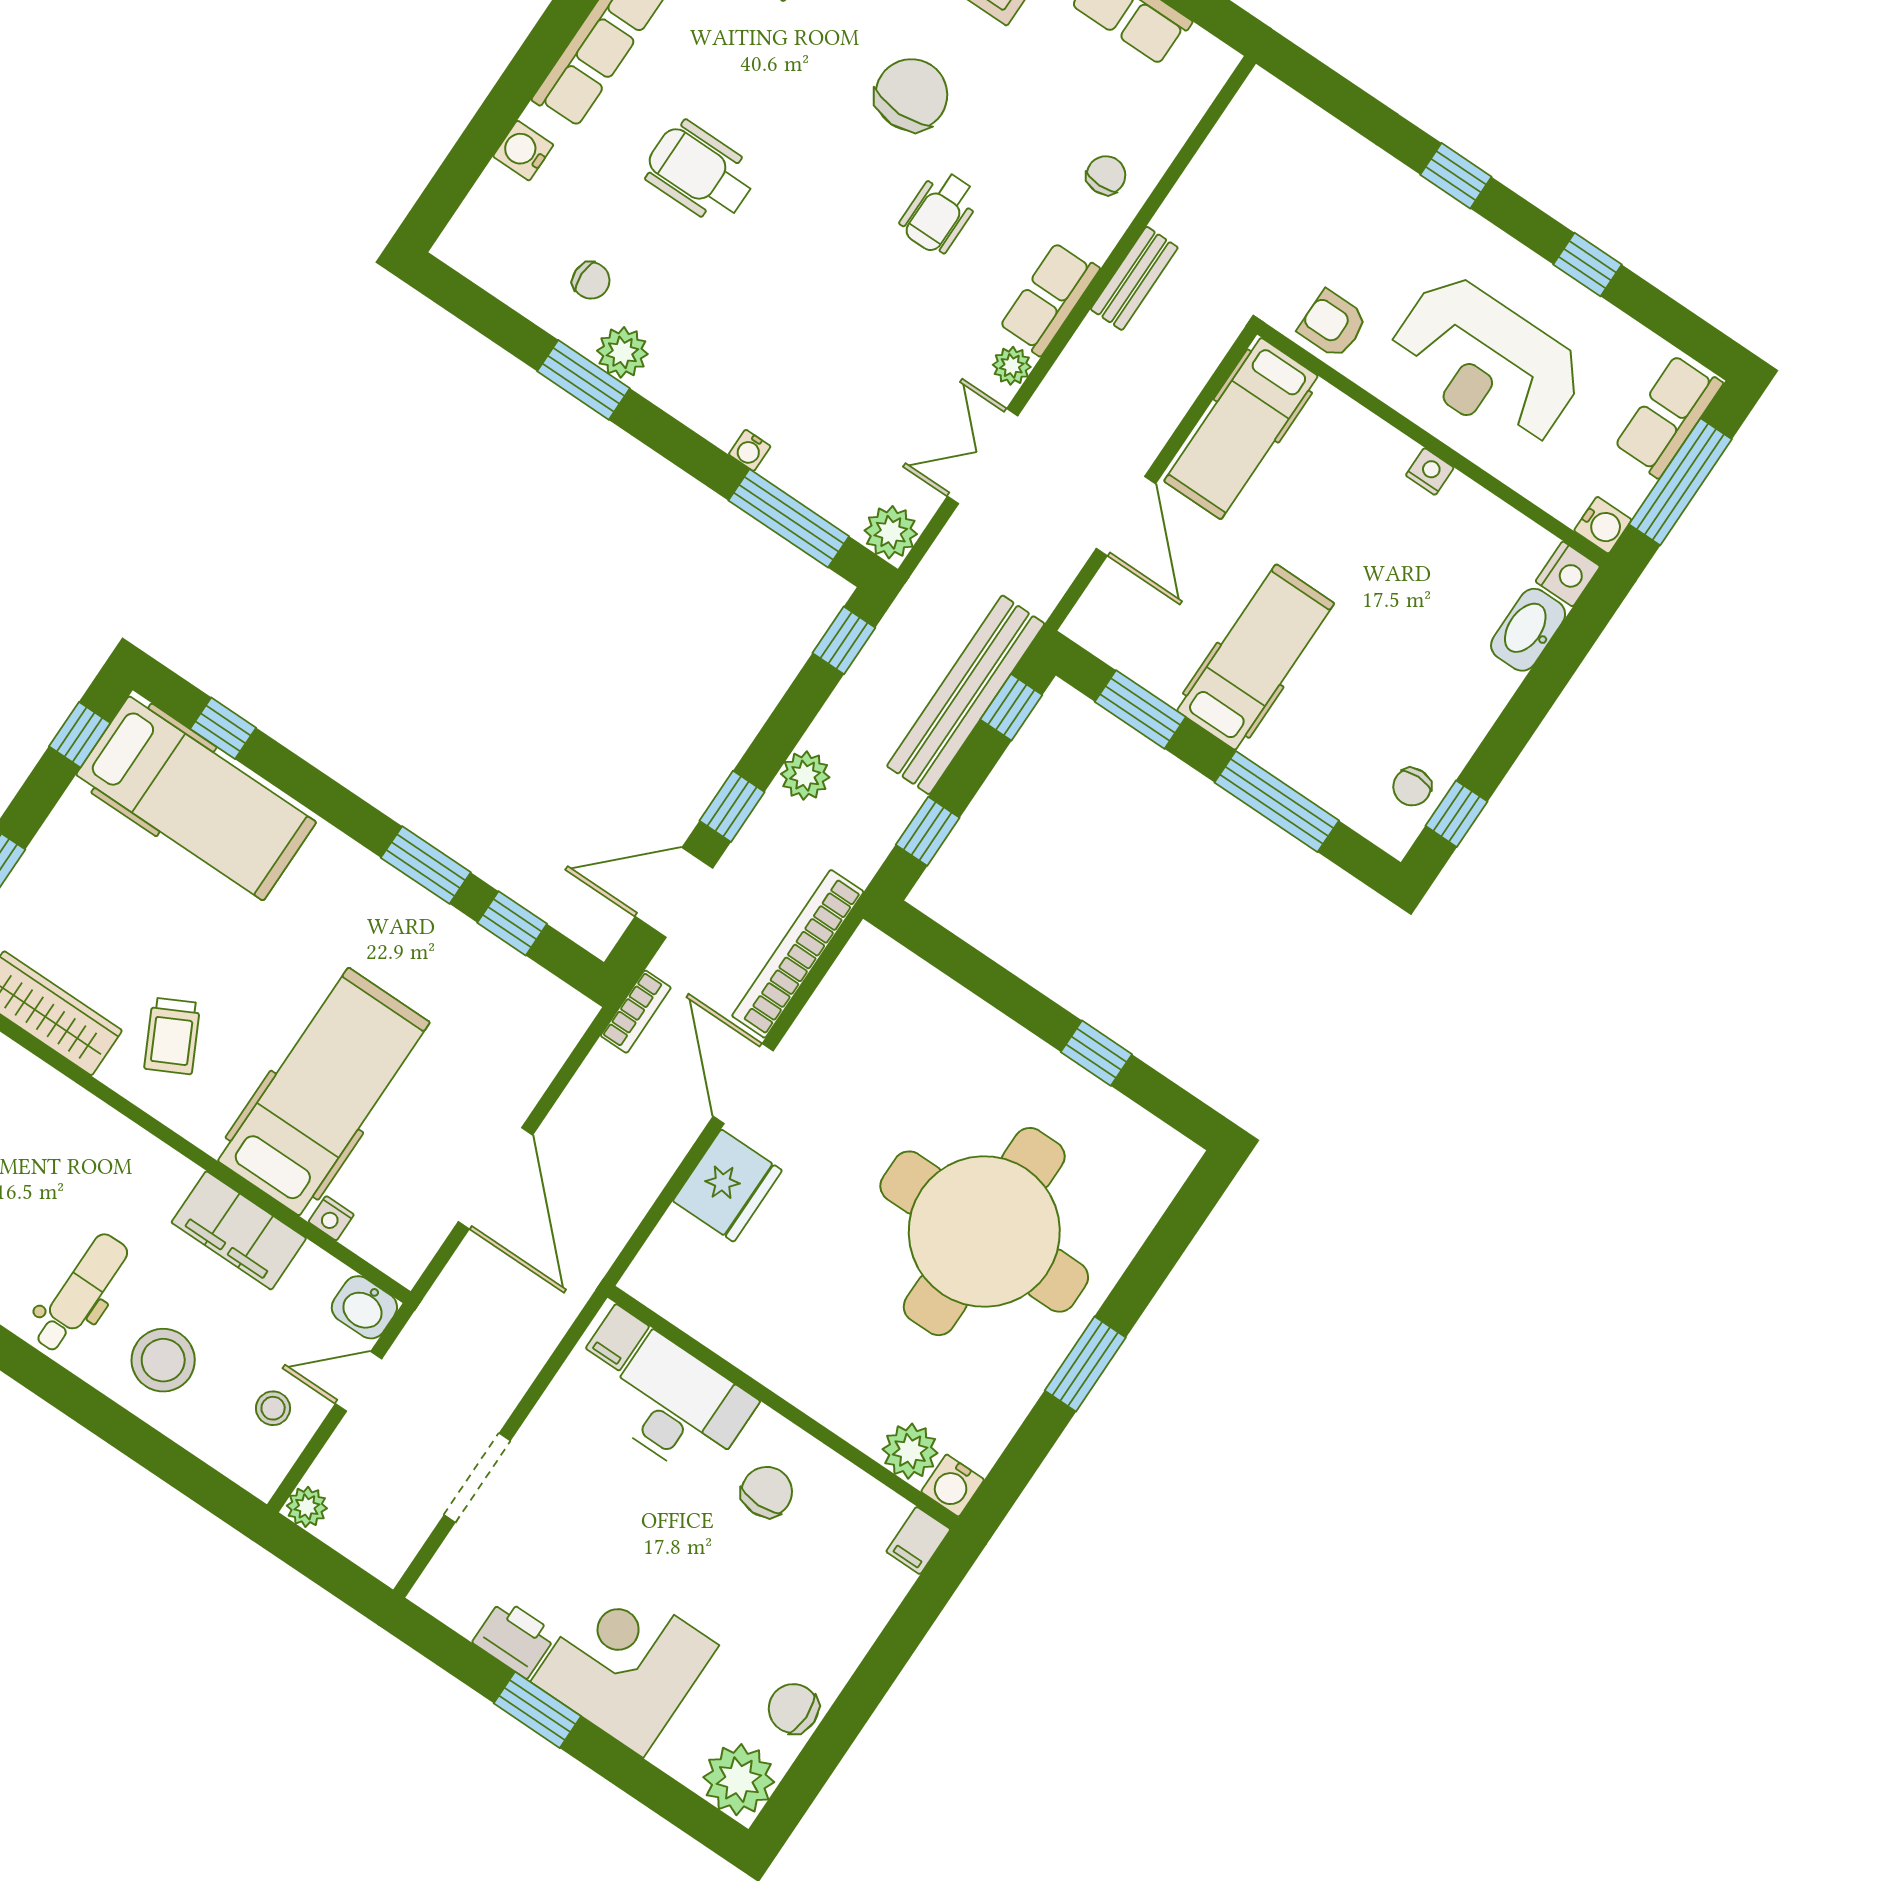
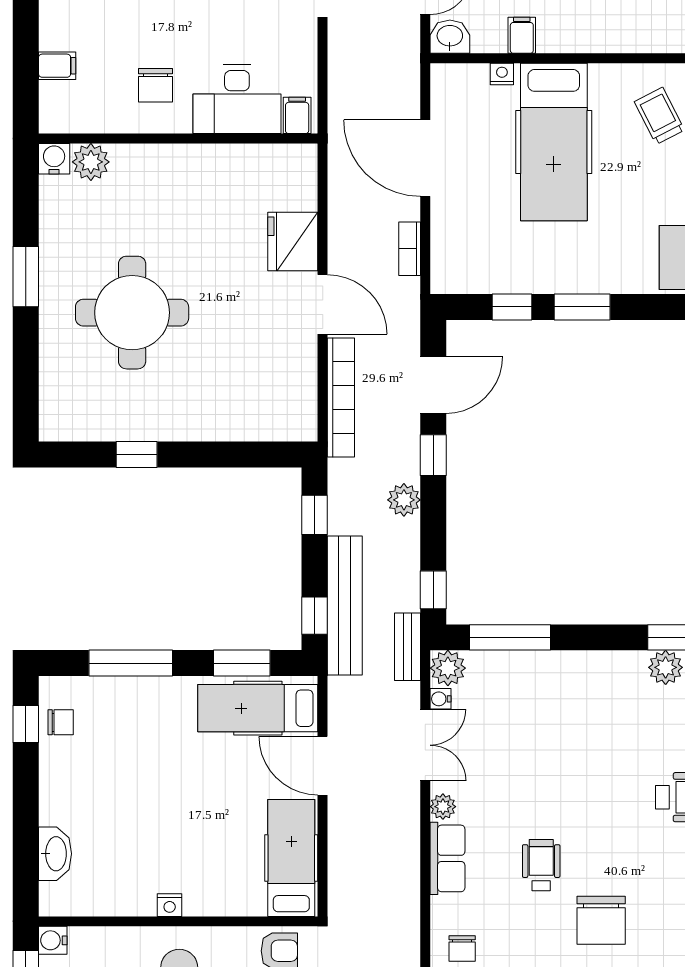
bench: (1134, 278) -> (407, 647), moved
water cooler: (750, 450) -> (440, 699), moved, turned -90
nightstand: (1568, 574) -> (54, 900), removed
hospital bed: (1256, 657) -> (258, 708), moved, turned 90
chair: (1412, 787) -> (61, 722), turned 90
bookcase: (636, 1012) -> (410, 249), moved
filing cabinet: (239, 1230) -> (522, 35), width x0.33, depth x0.86
round table: (984, 1232) -> (132, 313), width x0.73, depth x0.73
filing cabinet: (918, 1541) -> (57, 66), moved, turned 90

